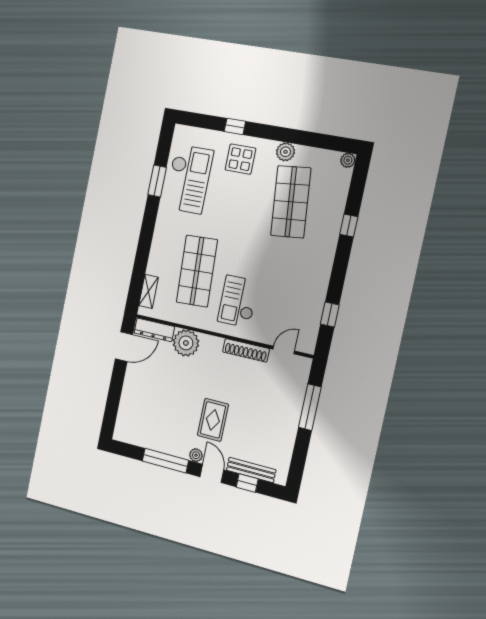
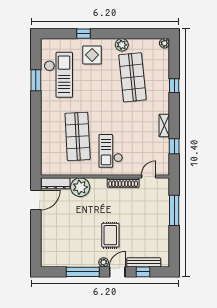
shelving: (149, 291) -> (164, 126), moved
door: (212, 473) -> (117, 272), hinge flipped

